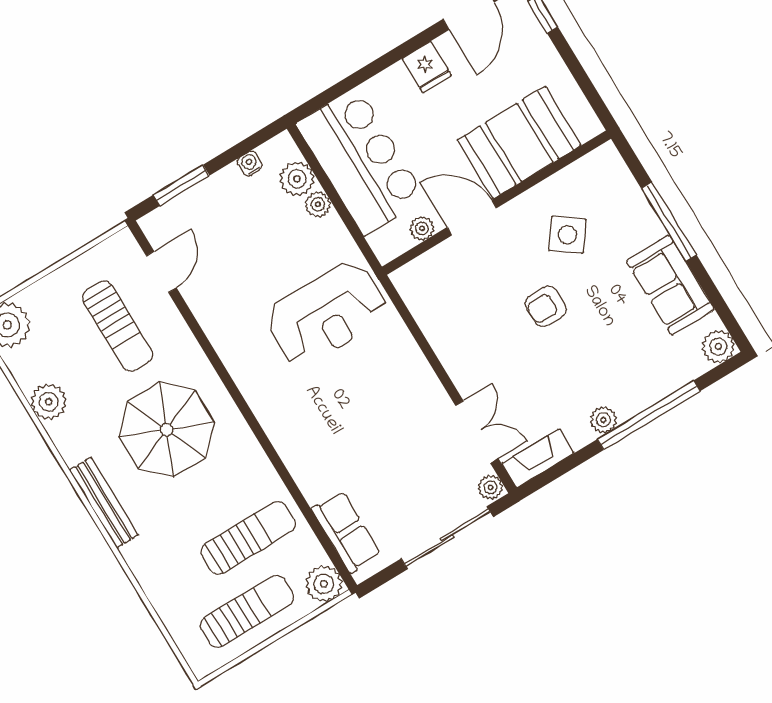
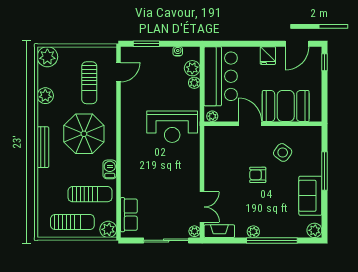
plant: (422, 228) -> (212, 116), moved
barbecue: (257, 468) -> (110, 169), added

